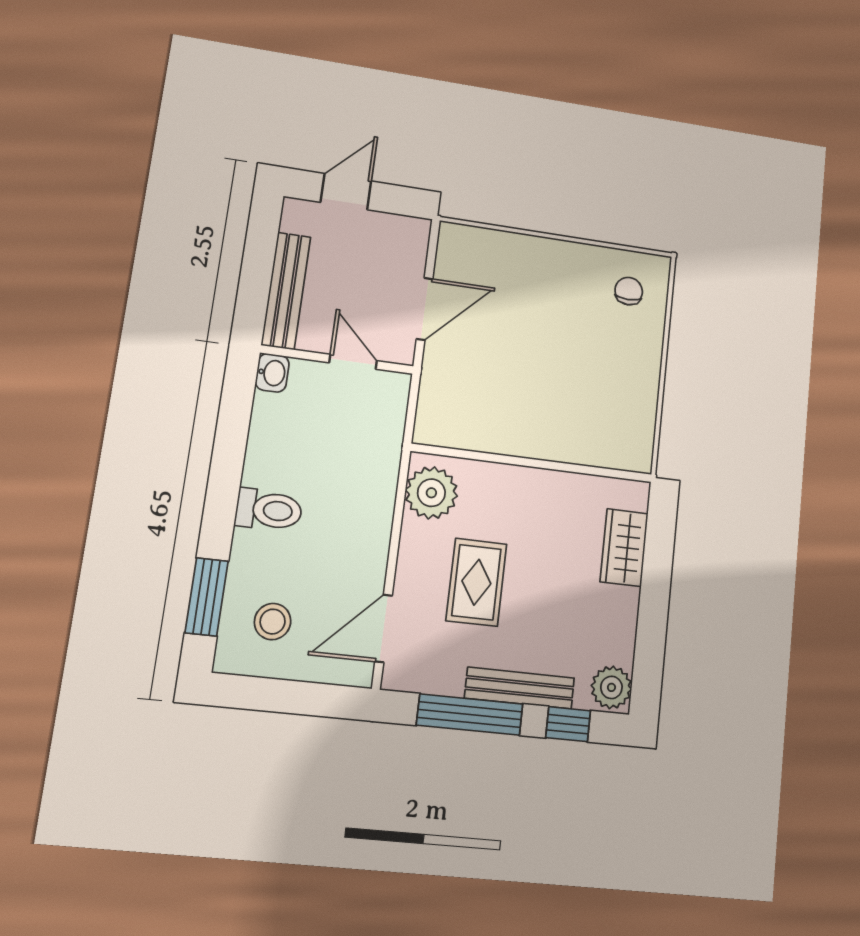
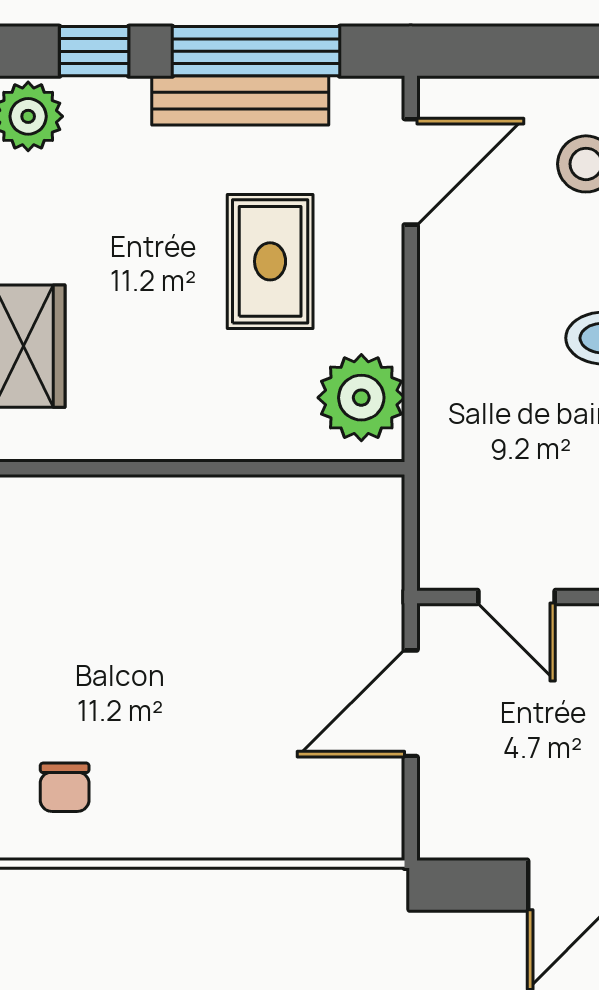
bench: (520, 688) -> (240, 100), moved

